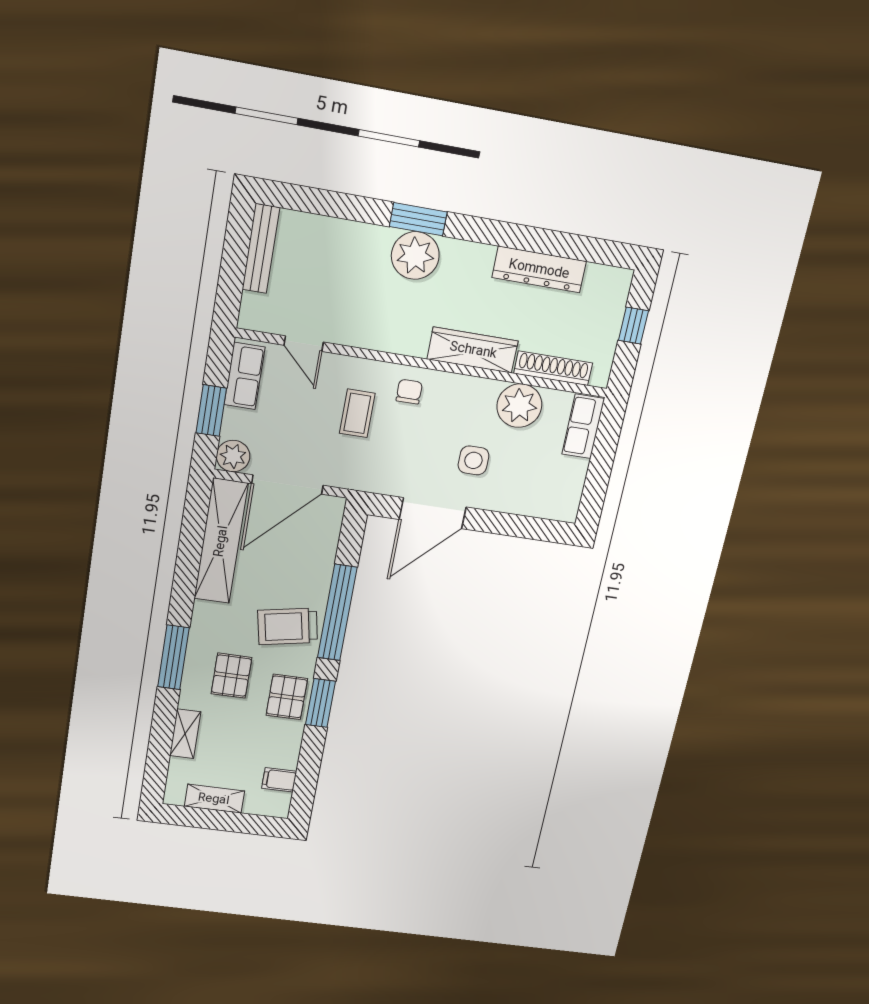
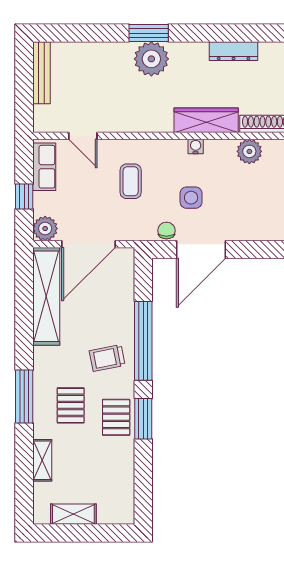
dresser: (539, 269) -> (234, 51), width x0.73, depth x0.80
water cooler: (452, 382) -> (196, 147), added
chair: (409, 392) -> (166, 231), moved
plant: (519, 406) -> (249, 151), width x0.73, depth x0.73
window: (211, 411) -> (24, 196), width x0.67
side table: (473, 460) -> (191, 198), moved
trolley: (288, 626) -> (107, 358), width x0.73, depth x0.72
filing cabinet: (279, 780) -> (122, 490), removed

